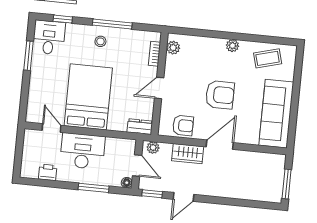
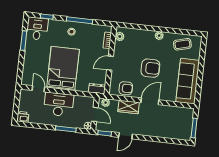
printer: (48, 172) -> (23, 117), moved

